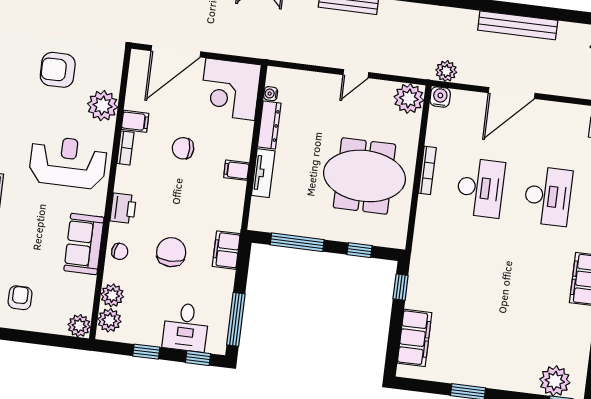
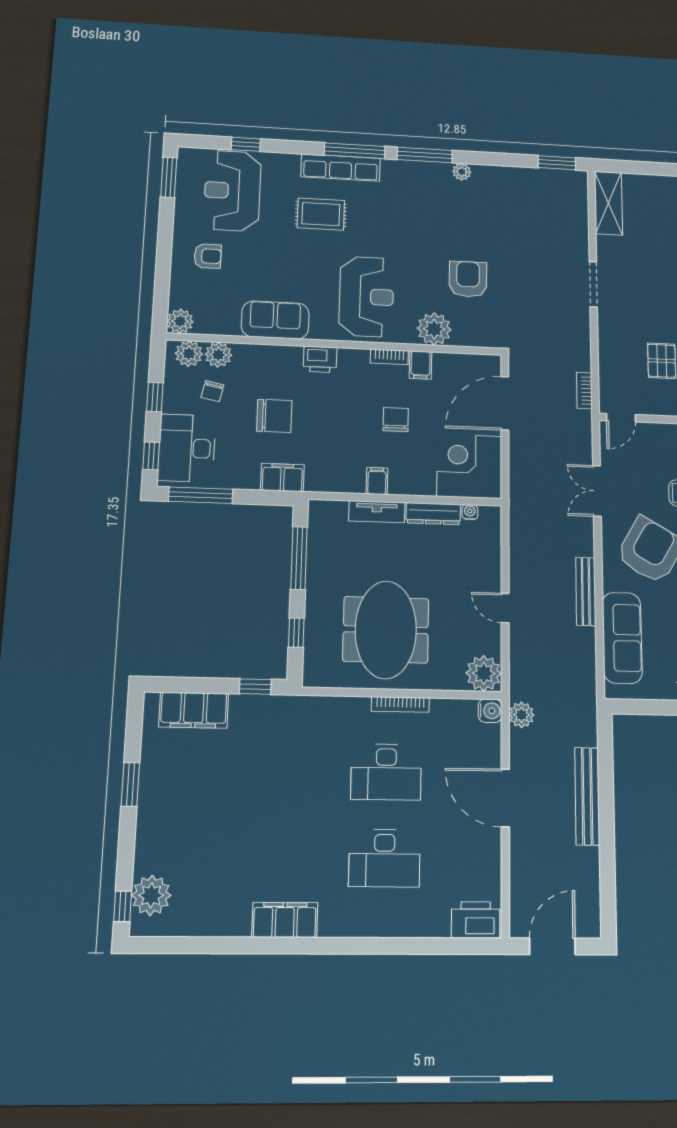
door: (176, 51) -> (505, 403), hinge flipped
chair: (120, 251) -> (212, 391), moved
desk: (186, 327) -> (187, 448), width x1.37

